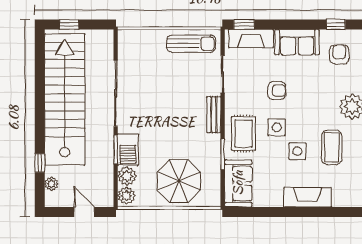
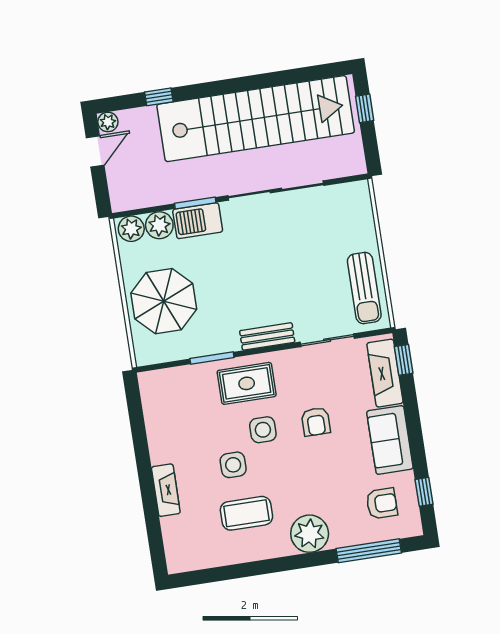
sofa: (238, 183) -> (174, 387), removed
plant: (51, 184) -> (108, 122), moved
fireplace: (308, 197) -> (166, 490), width x0.73, depth x0.76
door: (84, 212) -> (95, 151), moved

